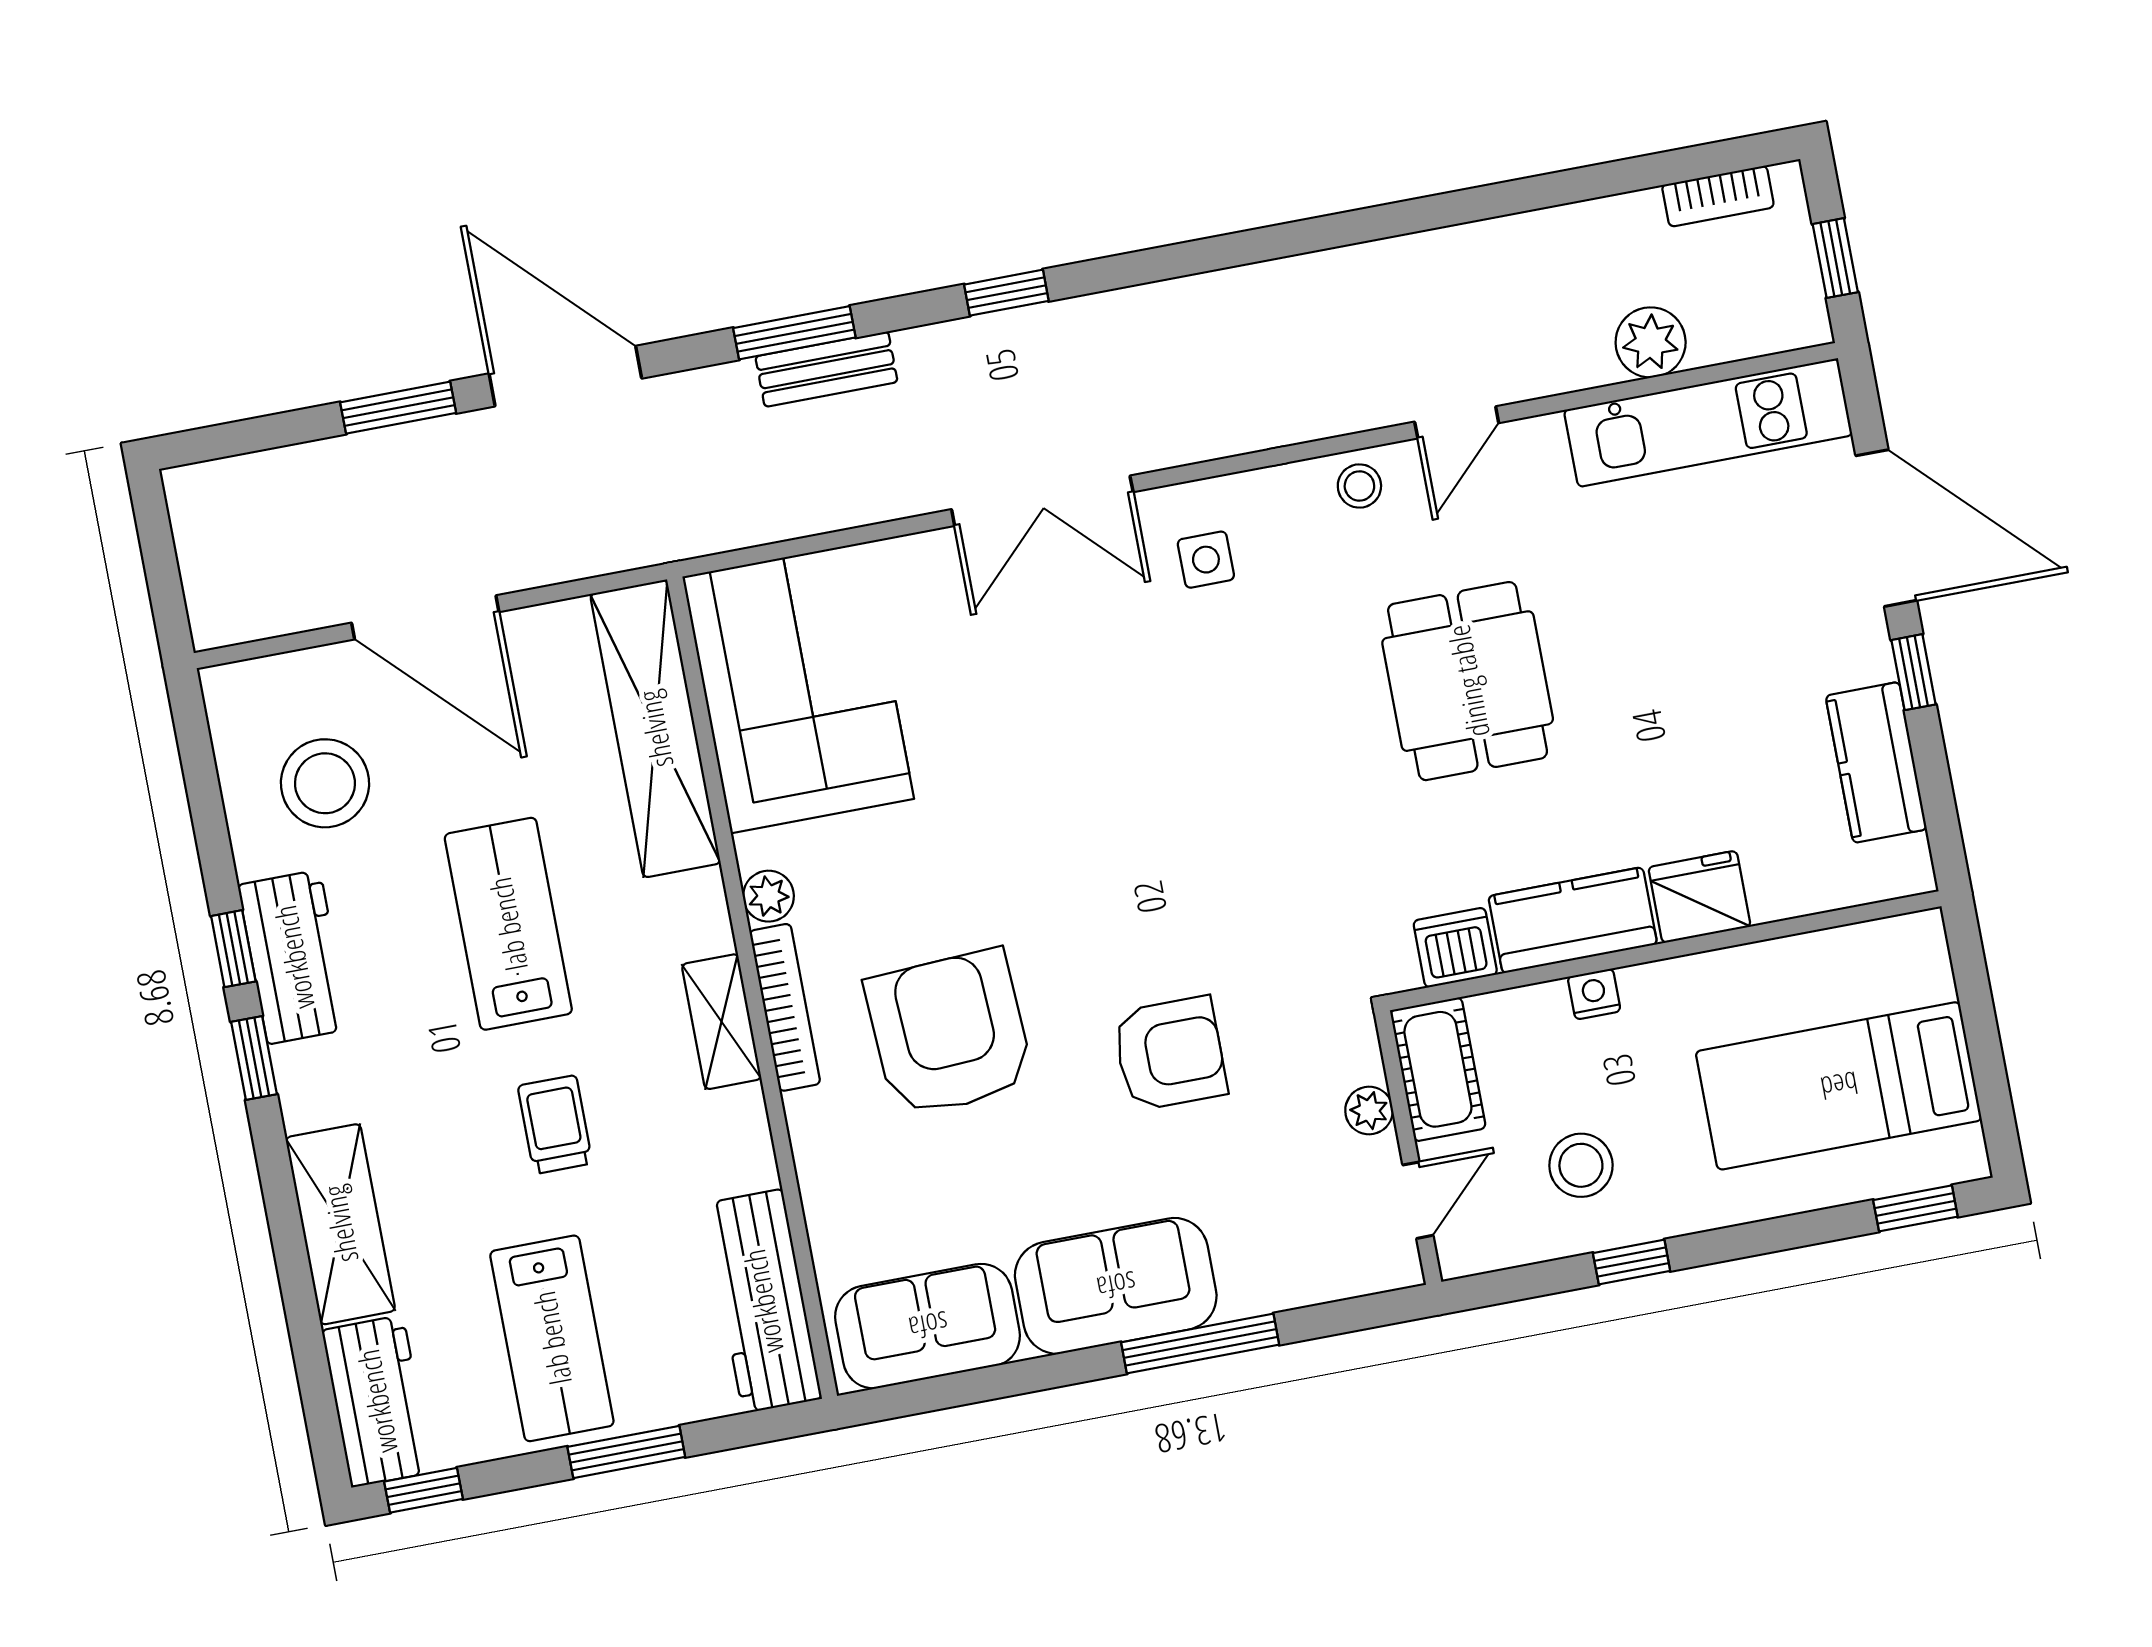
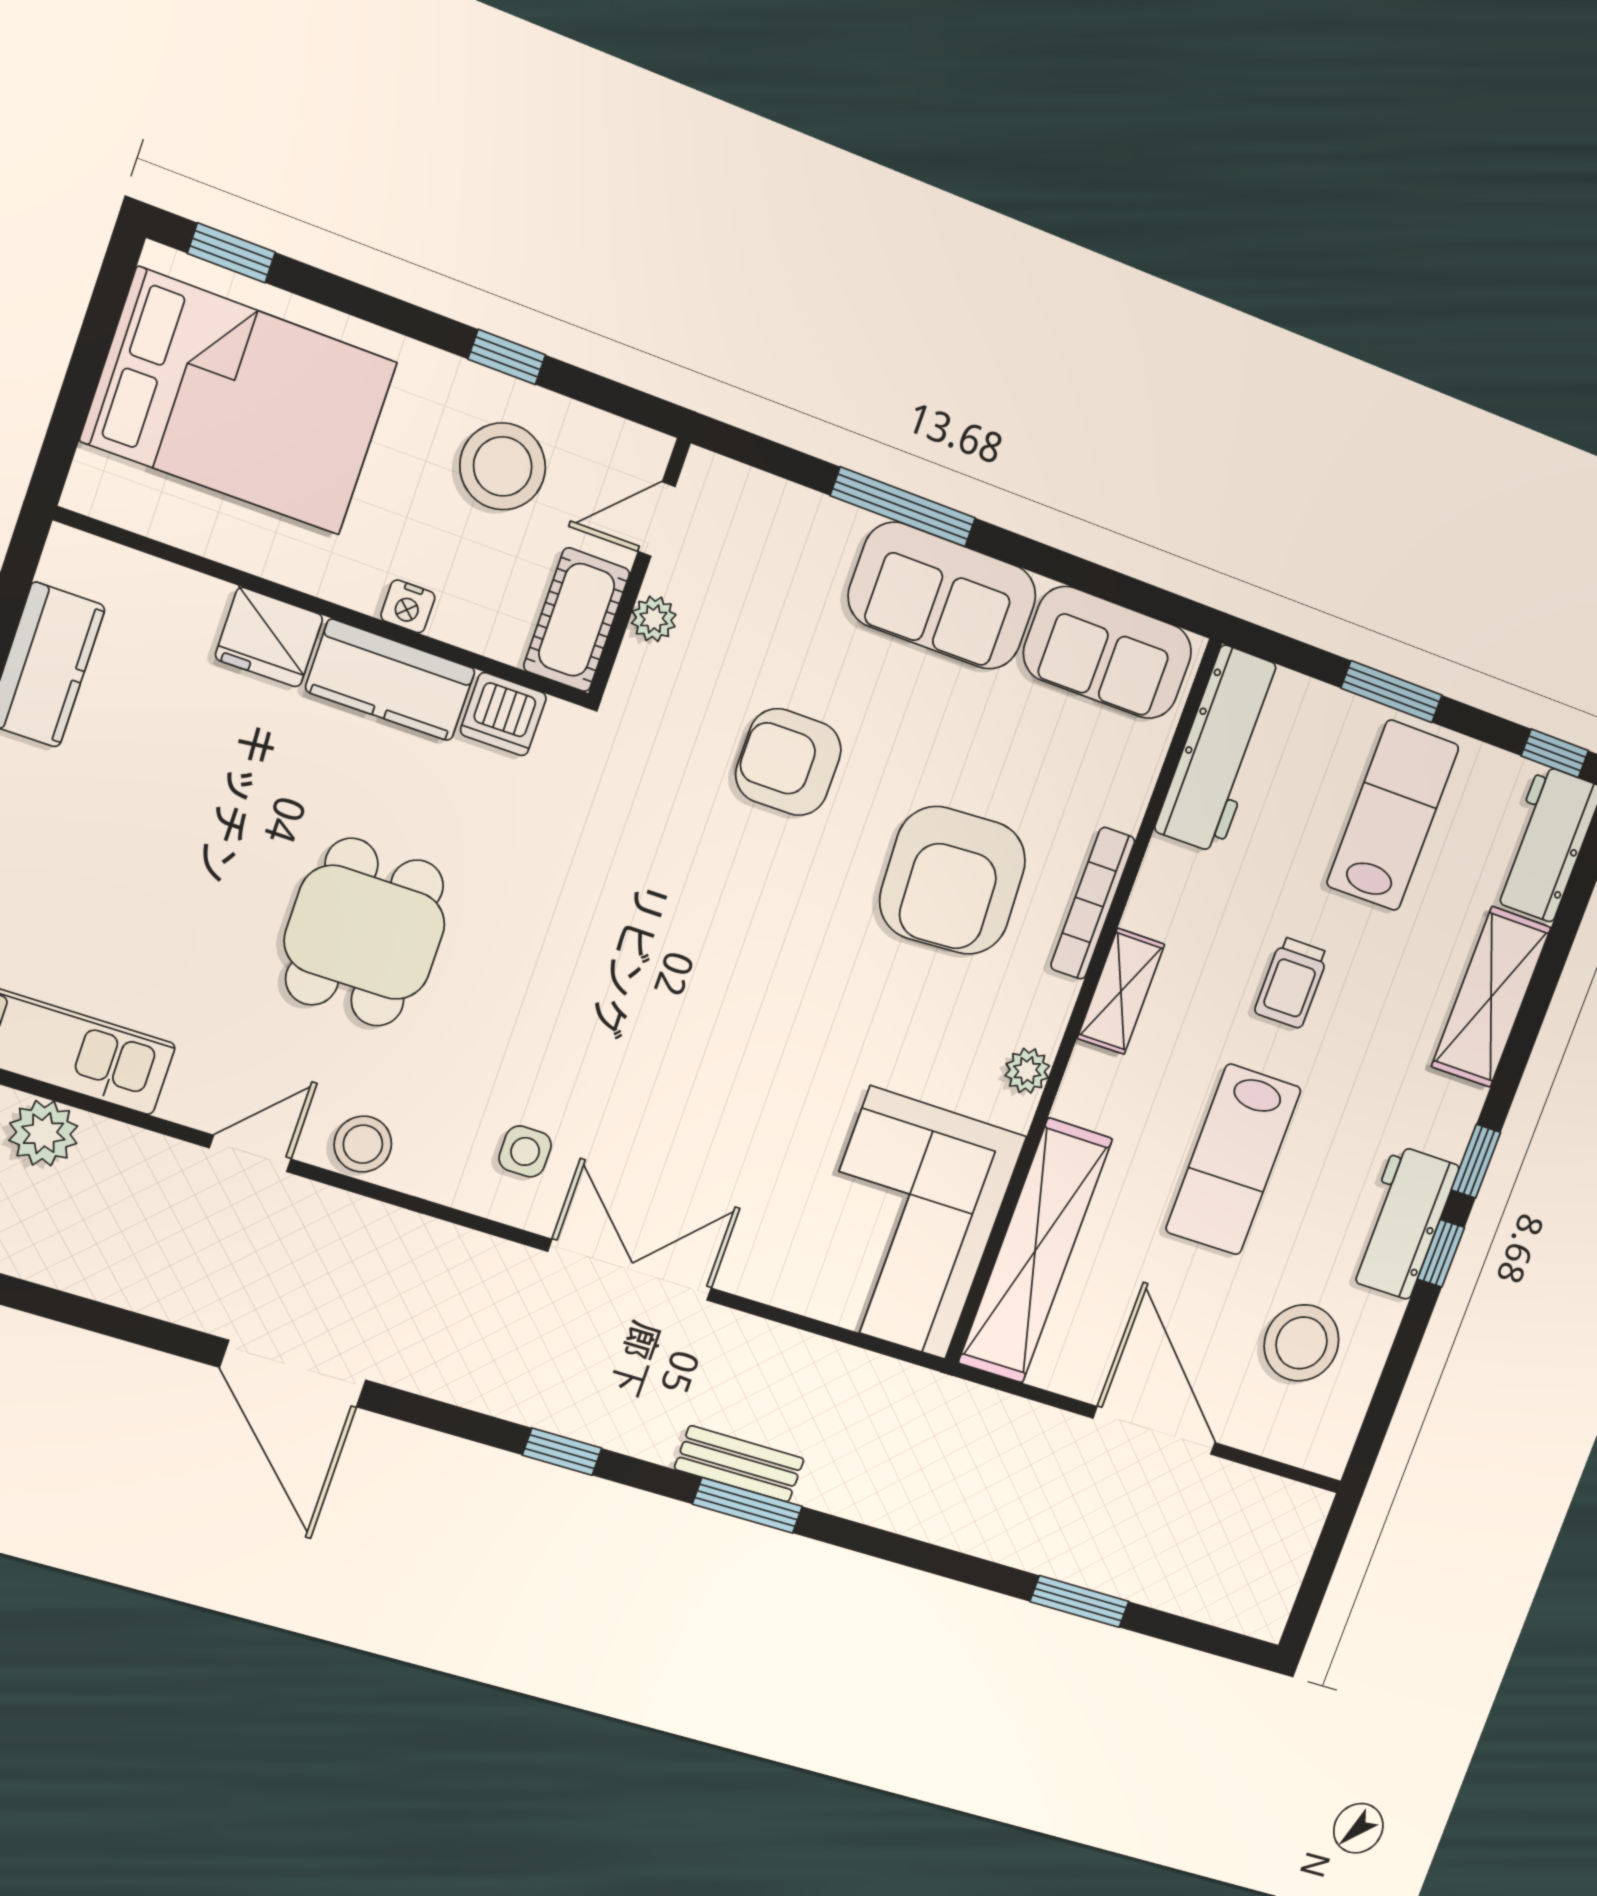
door: (565, 376) -> (293, 1374), moved
stool: (1359, 486) -> (363, 1144), width x1.37, depth x1.37
bookcase: (785, 1007) -> (1093, 903), moved
bed: (1839, 1086) -> (239, 402), width x1.50
stool: (1581, 1165) -> (503, 466), width x1.38, depth x1.38

